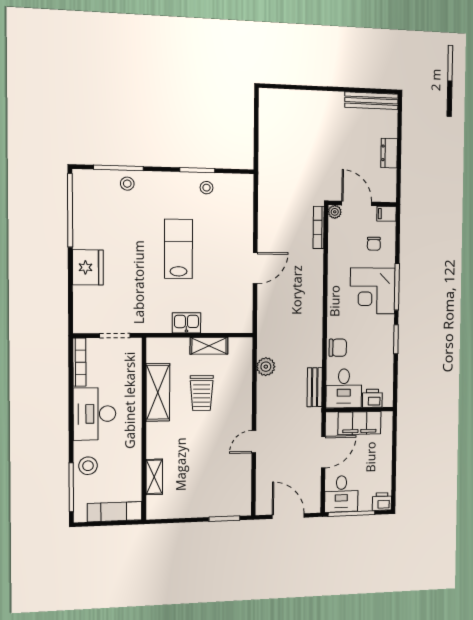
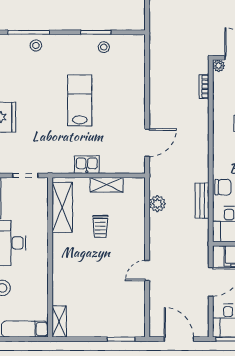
bookcase: (319, 227) -> (204, 87), width x0.64
door: (255, 268) -> (147, 143), moved
bench: (315, 387) -> (202, 201), moved
shelving: (158, 392) -> (62, 207), moved
trolley: (202, 393) -> (100, 226), width x0.73, depth x0.72
shelving: (154, 477) -> (59, 322), moved

